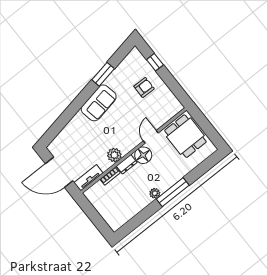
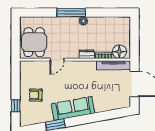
sofa: (99, 103) -> (73, 108), width x1.36
plant: (114, 155) -> (90, 67), removed
floor lamp: (143, 155) -> (119, 52), moved
tv unit: (88, 178) -> (113, 65), width x1.41

